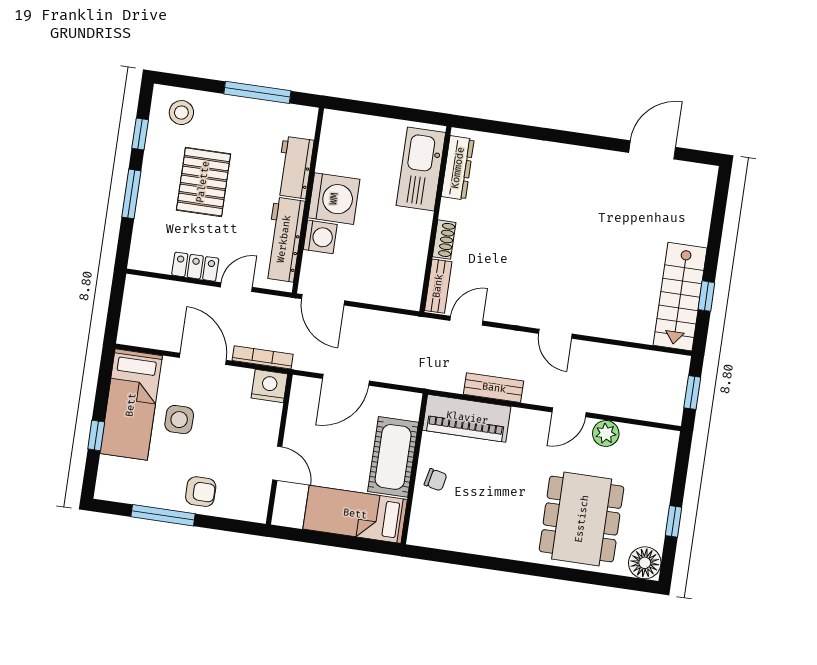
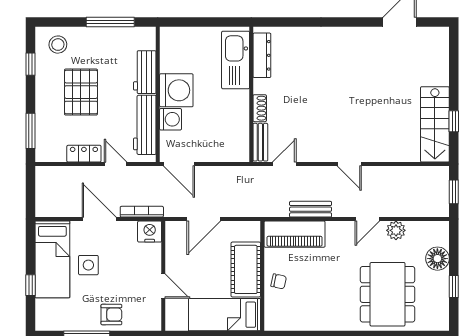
window: (131, 194) -> (30, 131), moved
door: (236, 287) -> (116, 164), hinge flipped
floor lamp: (645, 563) -> (437, 259), moved

